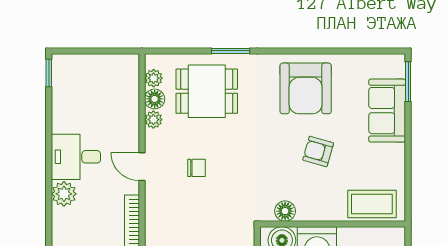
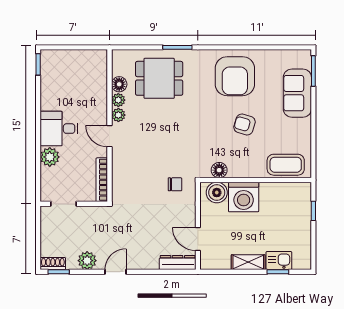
plant: (154, 78) -> (118, 115), moved
chair: (197, 168) -> (175, 184), moved

